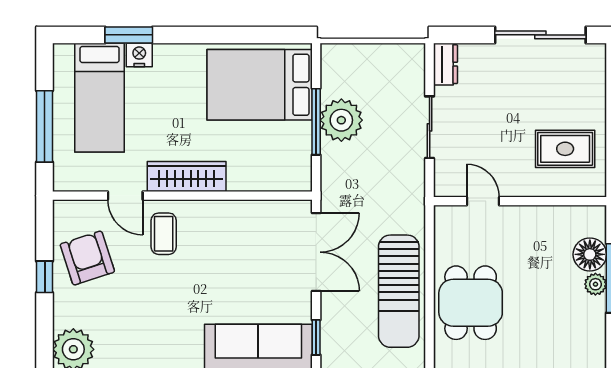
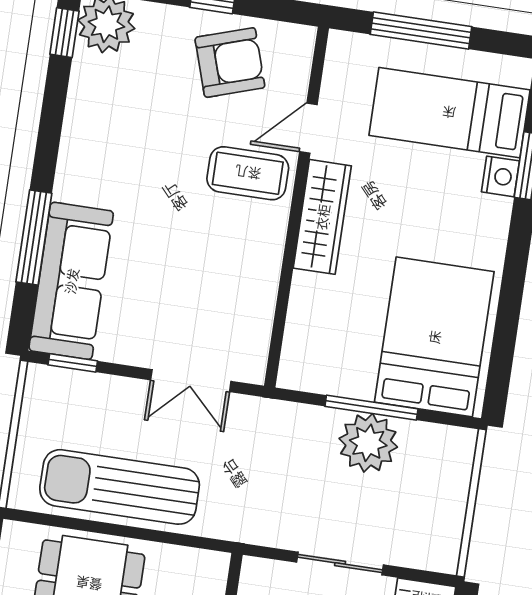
coffee table: (164, 234) -> (248, 173), width x1.36, depth x1.30
double door: (316, 252) -> (191, 381), width x0.73

